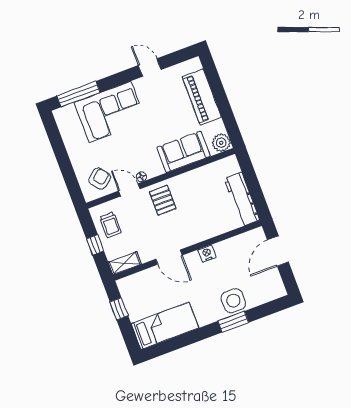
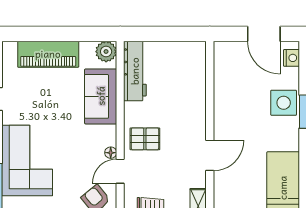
workbench: (242, 199) -> (135, 71), moved, turned -90
door: (278, 251) -> (264, 34), moved
nightstand: (207, 253) -> (292, 58), moved, turned 180

